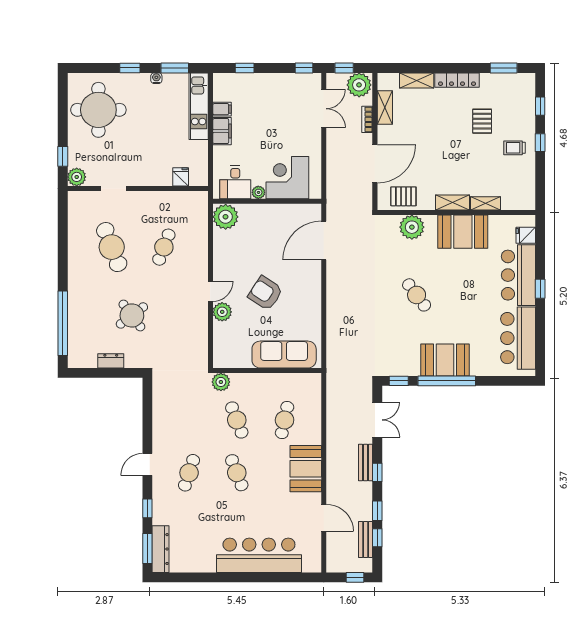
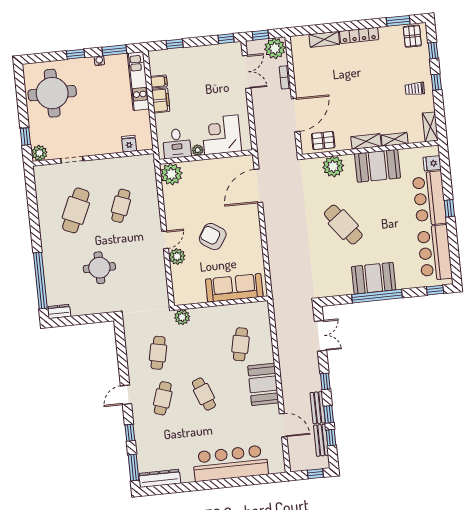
shelving: (385, 108) -> (430, 127), moved
pallet: (482, 121) -> (412, 36), moved
cafe table: (112, 247) -> (76, 210), turned 45
cafe table: (417, 295) -> (343, 225), width x1.37, depth x1.35
round table: (132, 315) -> (99, 268), turned 37
dresser: (111, 361) -> (59, 311), moved
window: (399, 381) -> (435, 290), moved
cafe table: (237, 420) -> (158, 353), moved, turned 33
bench: (366, 462) -> (318, 408), moved
dresser: (161, 549) -> (160, 478), moved, turned -90

